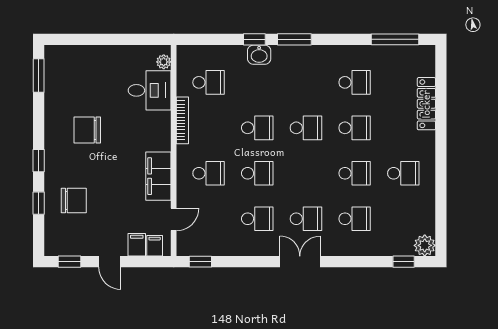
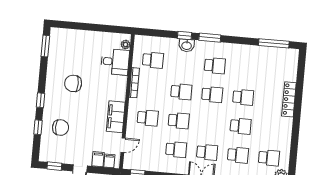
school desk: (355, 82) -> (215, 66), moved
locker: (426, 104) -> (289, 99), moved
school desk: (403, 173) -> (269, 158), moved

